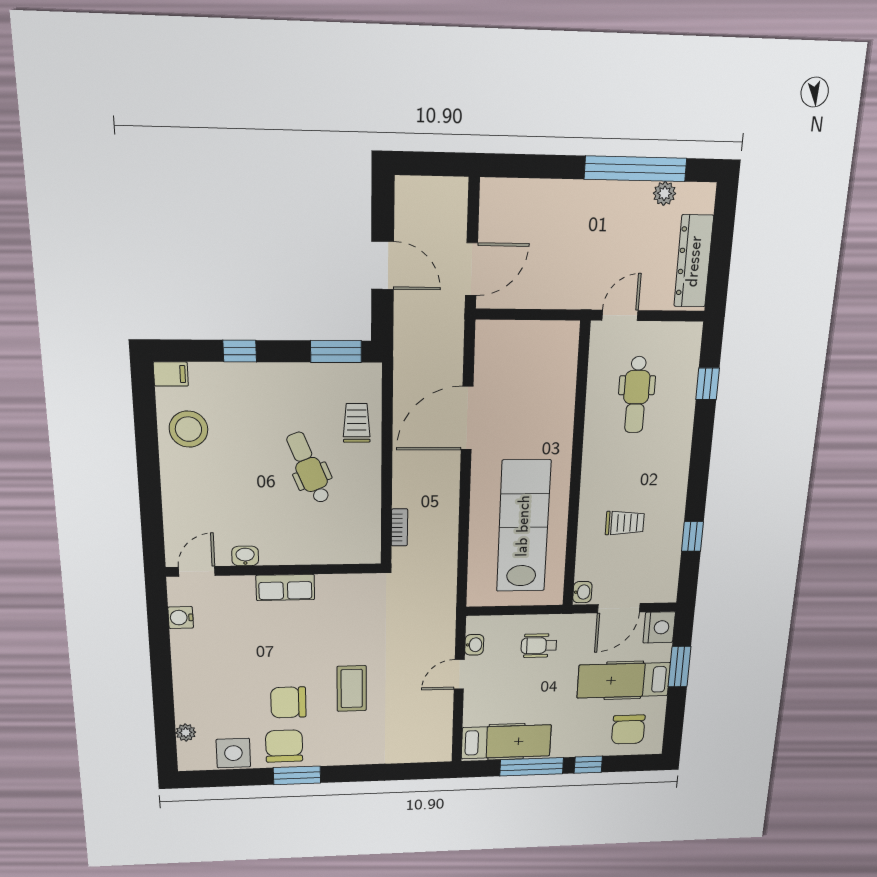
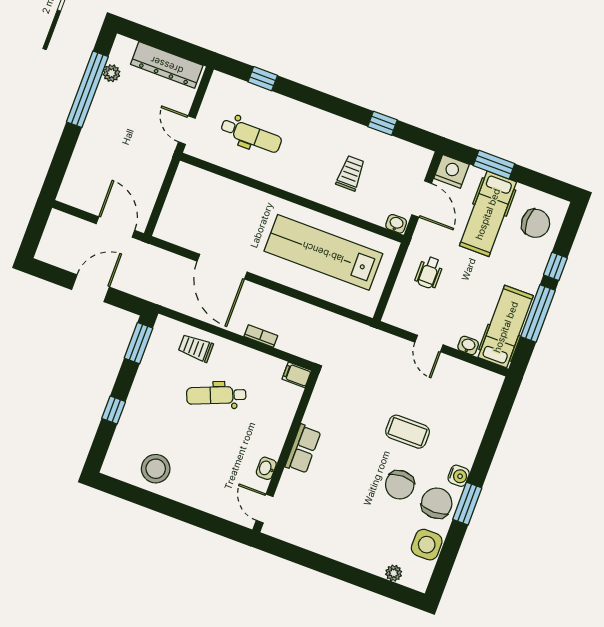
filing cabinet: (171, 374) -> (297, 375), moved, turned -90
bookcase: (399, 527) -> (261, 336), moved
water cooler: (181, 618) -> (459, 476), moved, turned -90
washbasin: (474, 645) -> (468, 345), moved
chair: (284, 746) -> (437, 503), turned 90

